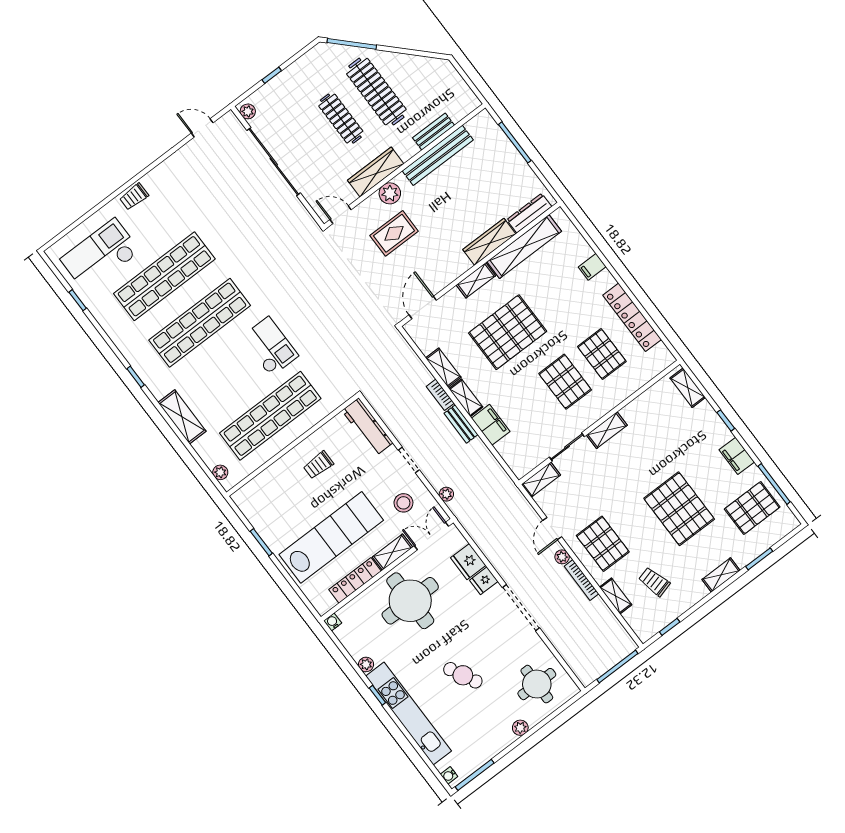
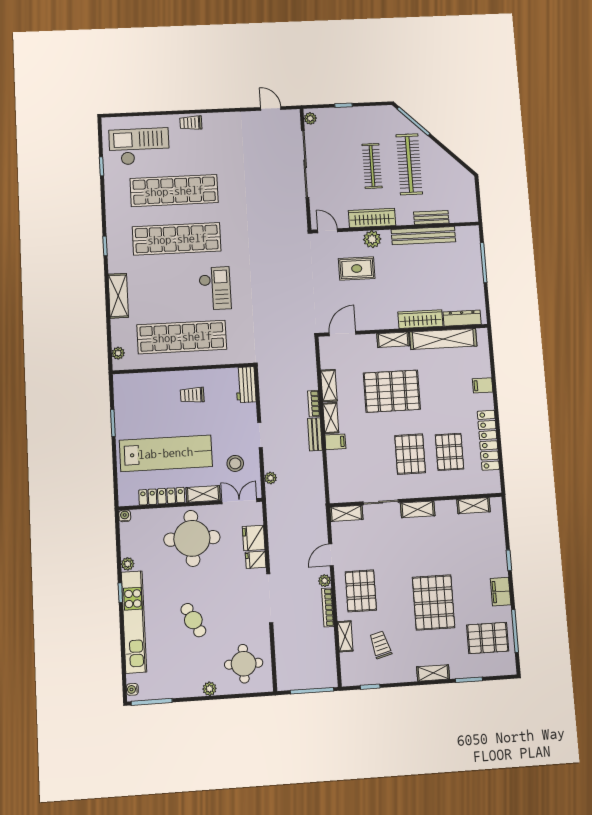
shelving: (688, 388) -> (473, 506), moved, turned 90
filing cabinet: (491, 425) -> (335, 442), width x0.50
workbench: (367, 427) -> (246, 385), width x0.73

